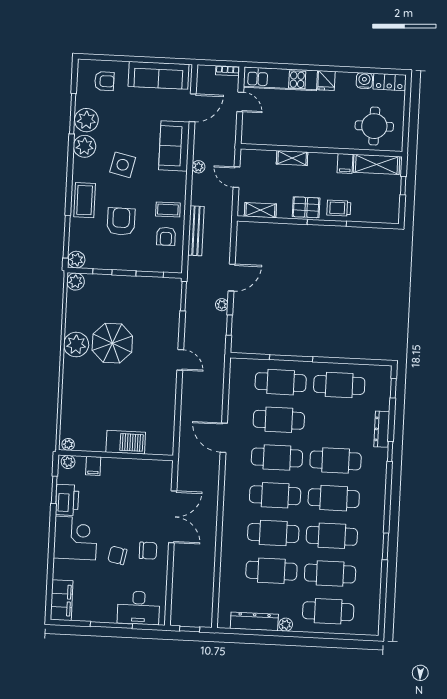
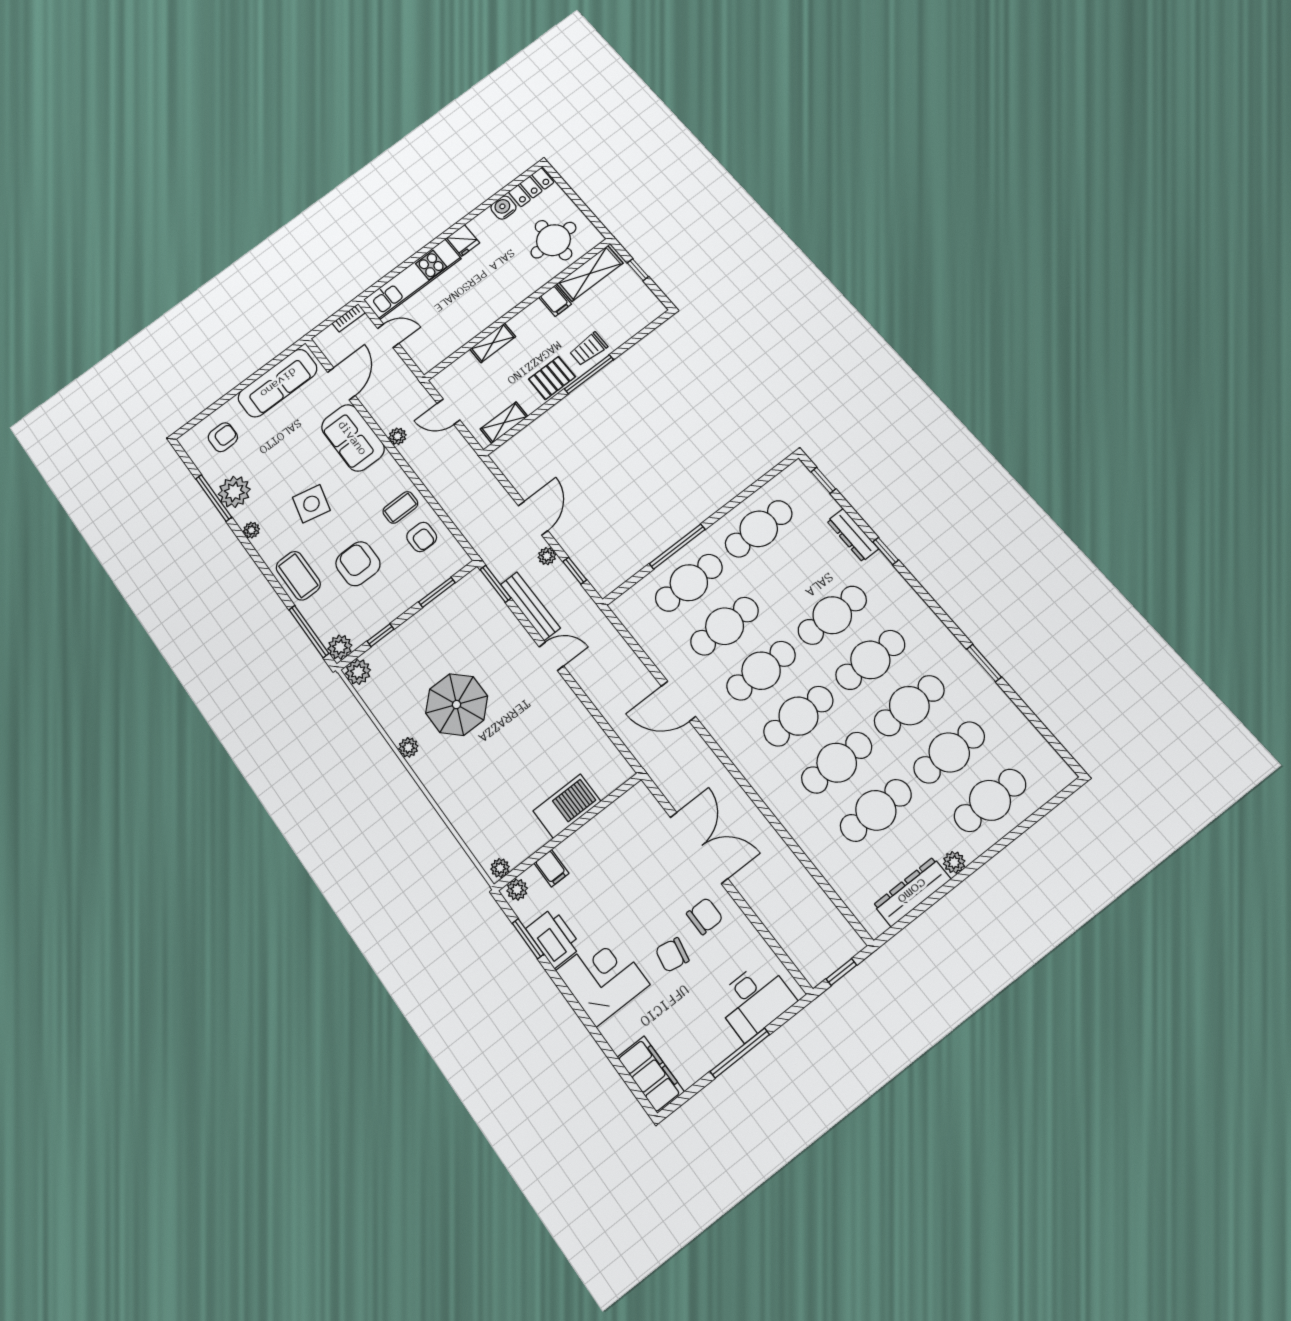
plant: (85, 146) -> (251, 530), width x0.53, depth x0.53
bench: (196, 231) -> (530, 606), moved
plant: (76, 345) -> (408, 747), width x0.53, depth x0.53

